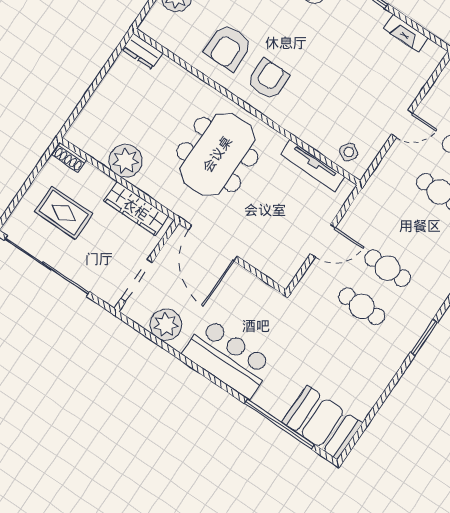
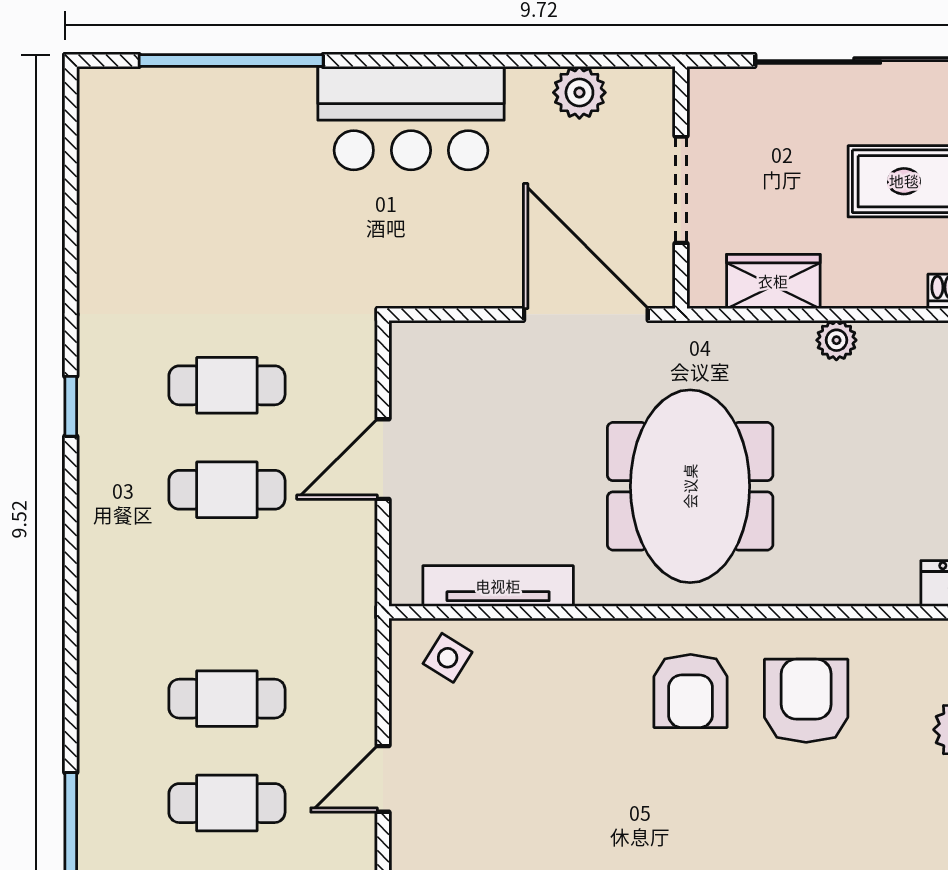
plant: (126, 161) -> (836, 340), width x0.53, depth x0.53
wardrobe: (136, 209) -> (773, 281), width x0.67
doorway: (137, 280) -> (681, 190), moved
plant: (166, 325) -> (579, 92), width x0.73, depth x0.73
window: (424, 338) -> (71, 406), width x0.67
booth: (322, 423) -> (153, 118), removed

